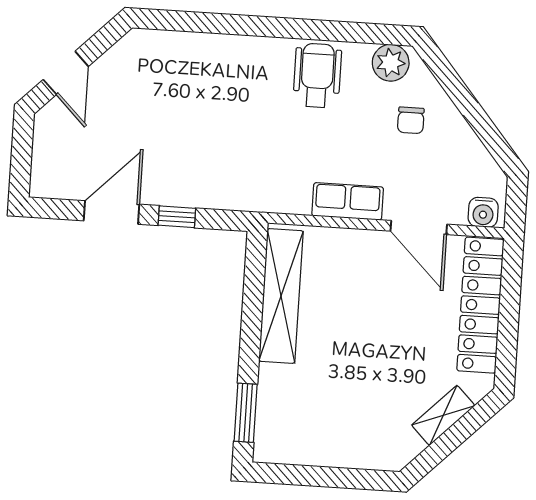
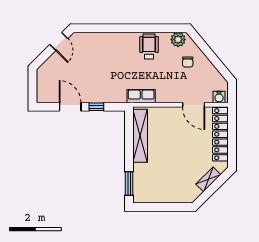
door: (66, 73) -> (59, 41), moved
row of seats: (348, 201) -> (141, 96), moved
door: (111, 213) -> (70, 107), hinge flipped

